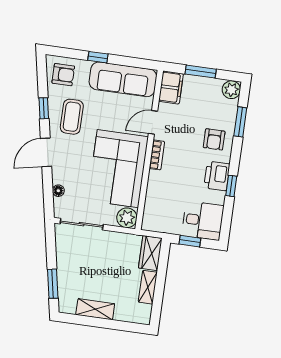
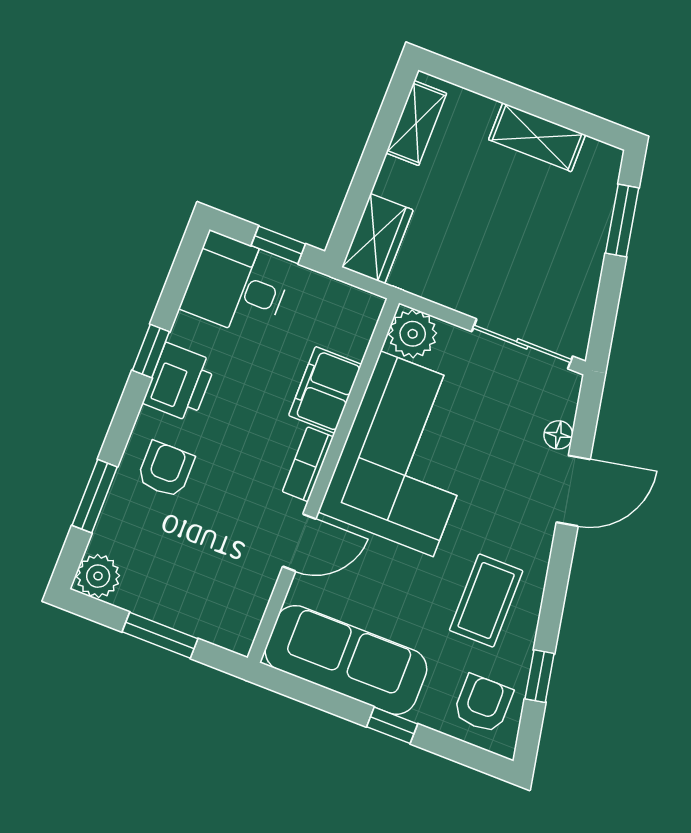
armchair: (63, 75) -> (483, 704), turned 90
filing cabinet: (171, 87) -> (325, 390), moved
window: (44, 108) -> (540, 676), moved
door: (46, 152) -> (573, 491), moved
shelving: (148, 287) -> (416, 123), moved

